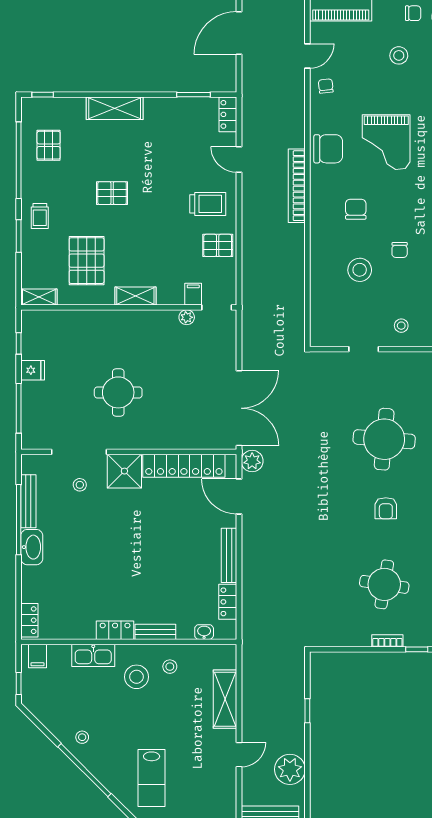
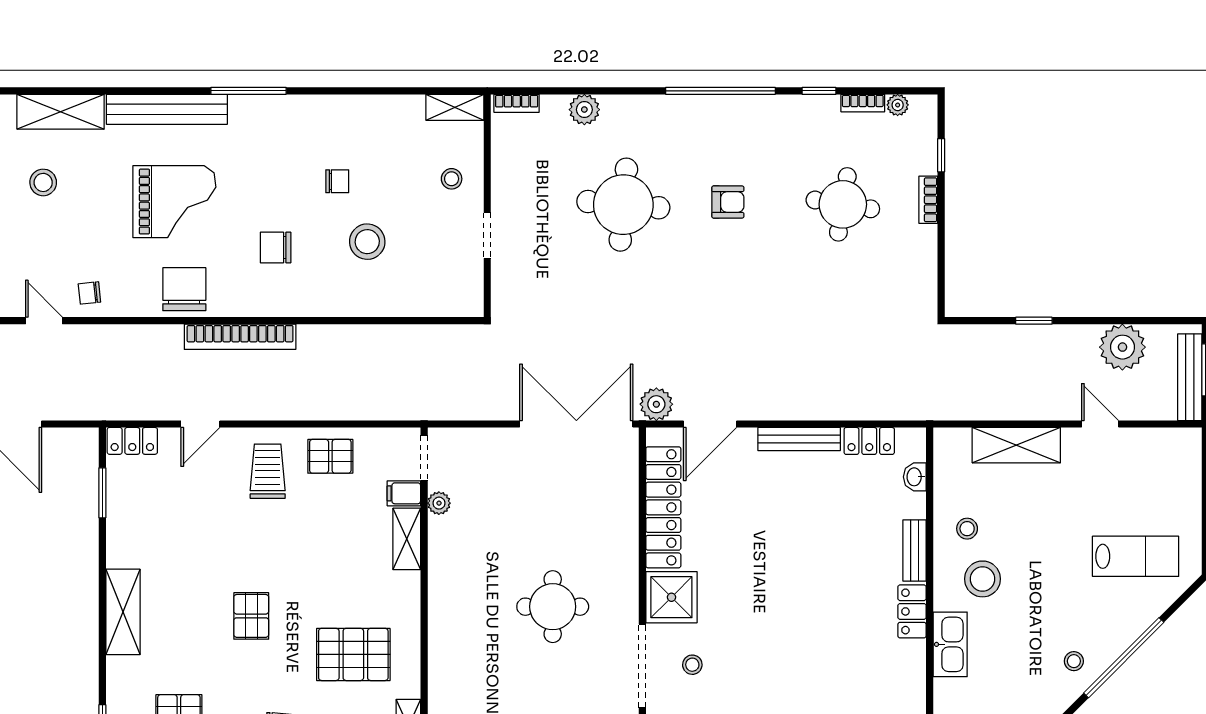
pallet: (218, 245) -> (330, 456), turned 90
shelving: (135, 296) -> (407, 539), moved

